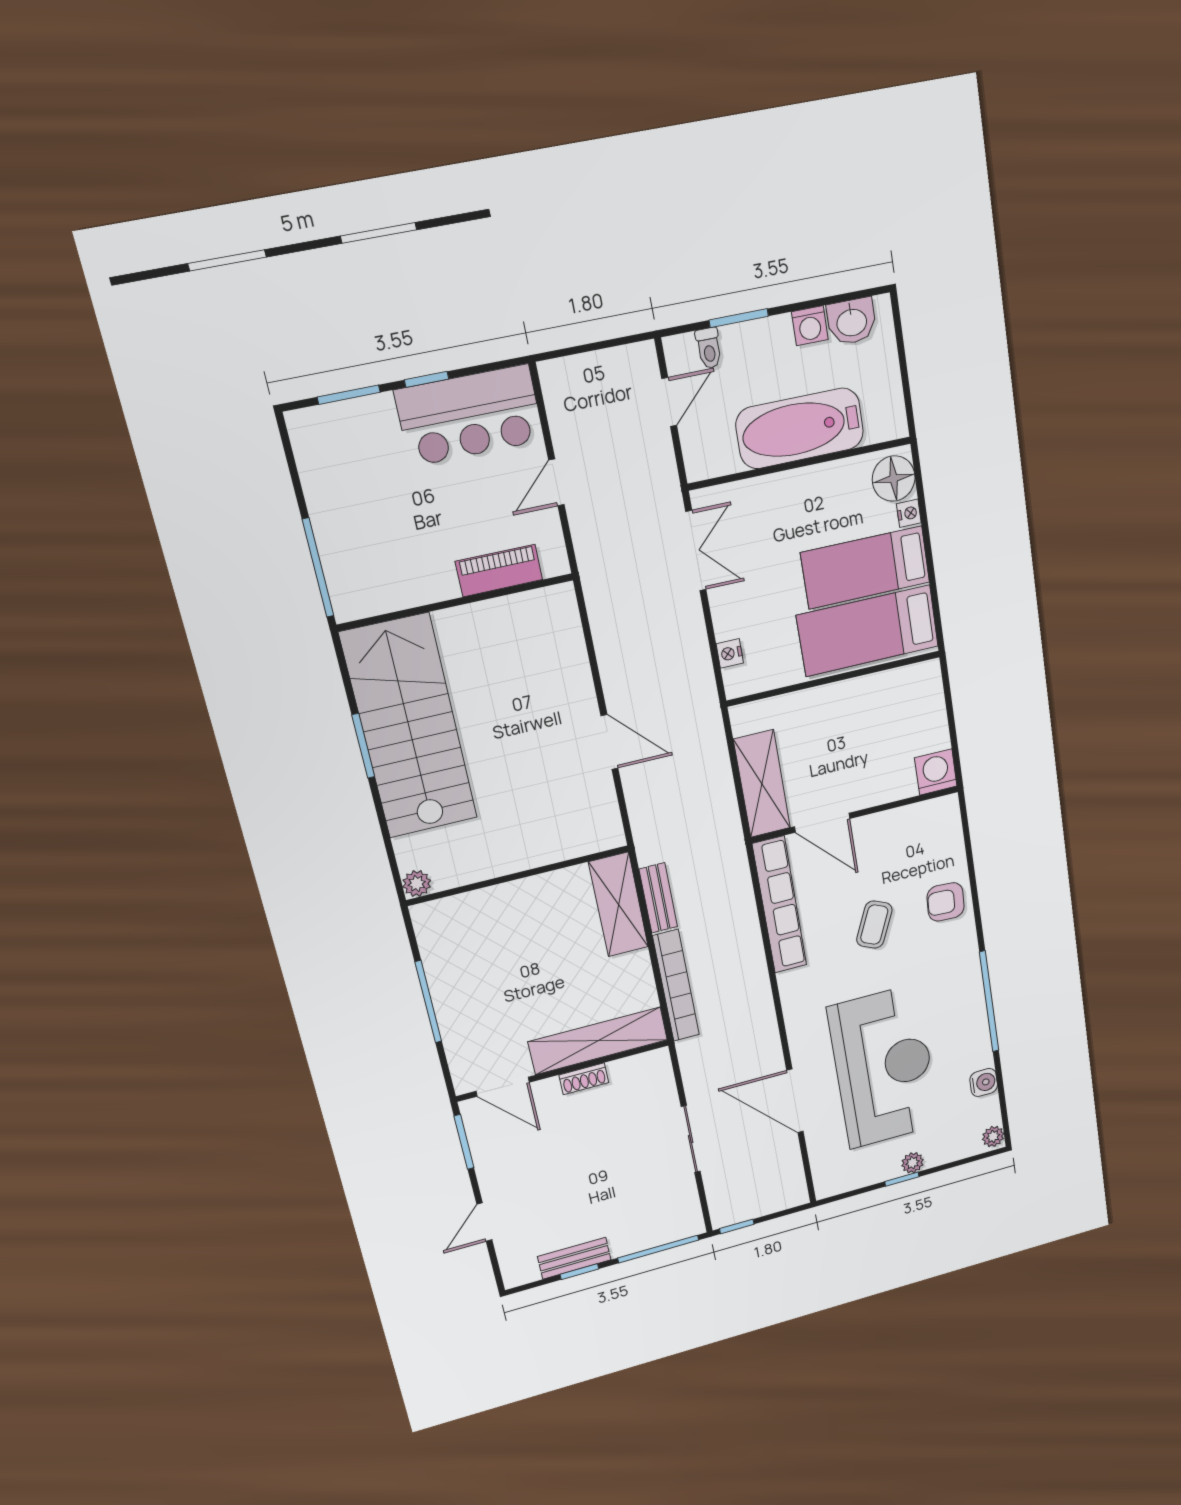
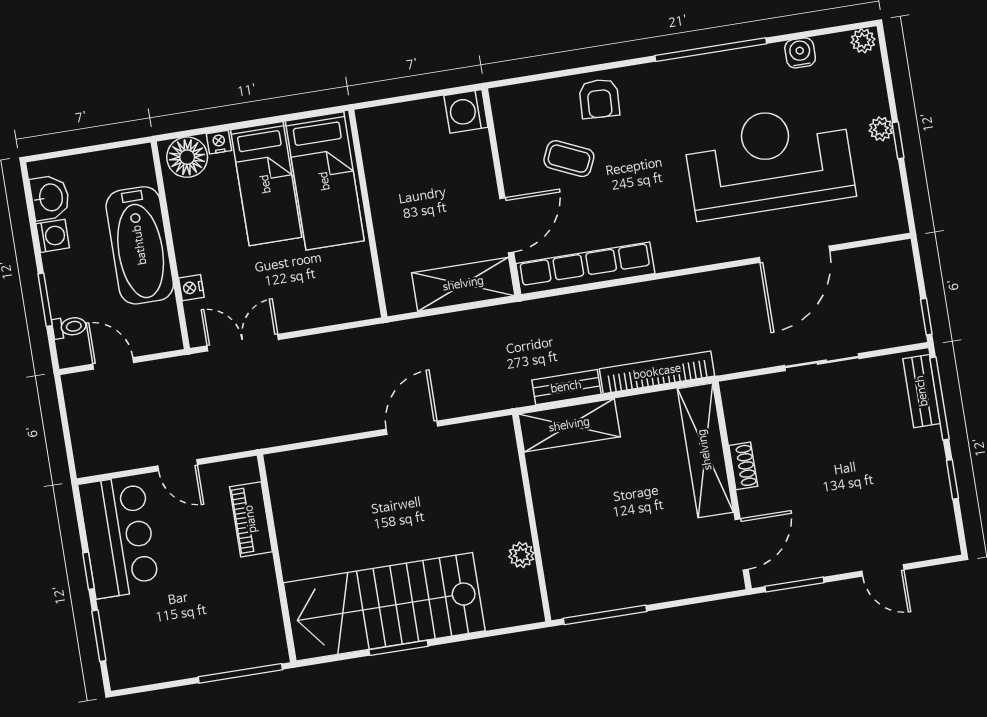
nightstand: (730, 653) -> (191, 288), moved, turned 90
plant: (417, 884) -> (521, 555), moved
coffee table: (874, 925) -> (569, 159), moved
window: (428, 1002) -> (605, 615), moved
bench: (574, 1258) -> (922, 391), moved

